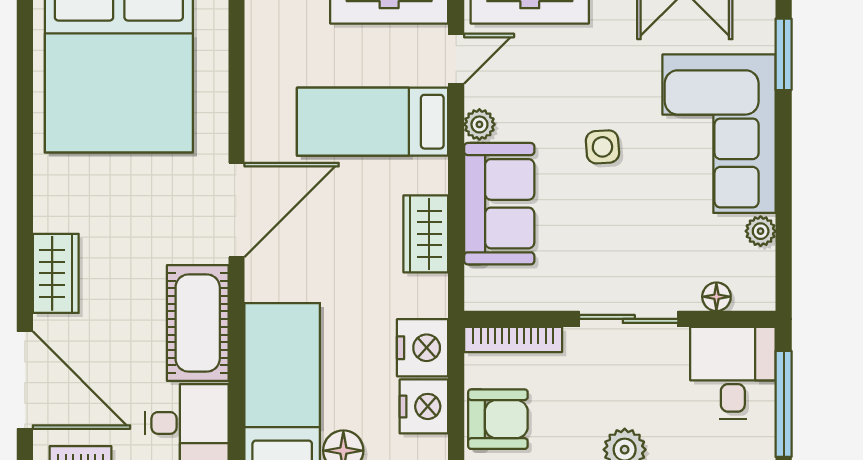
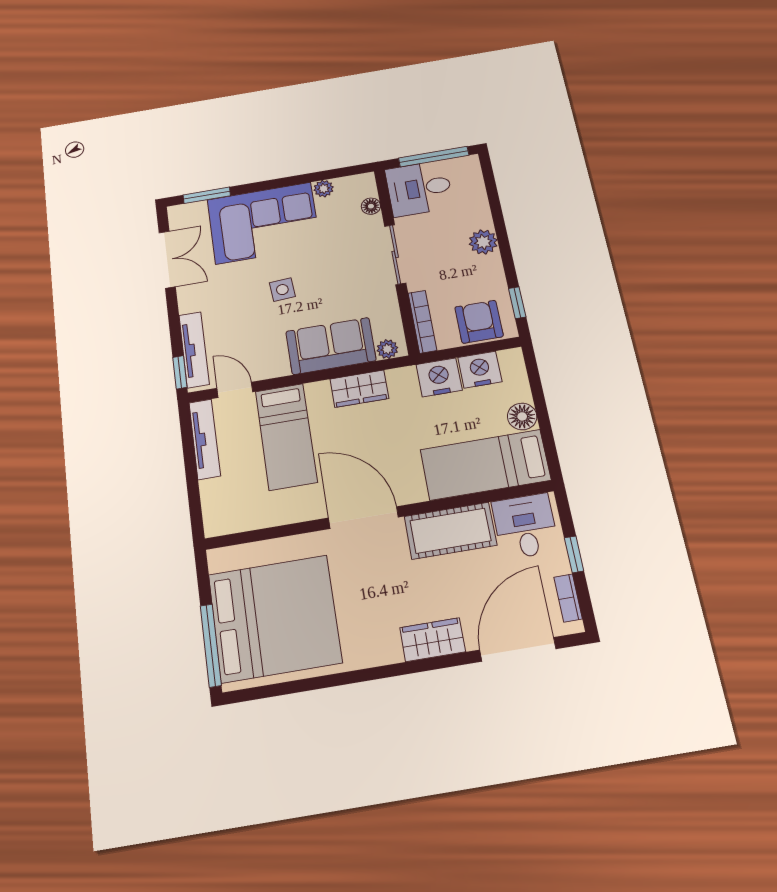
plant: (479, 124) -> (387, 349), moved

